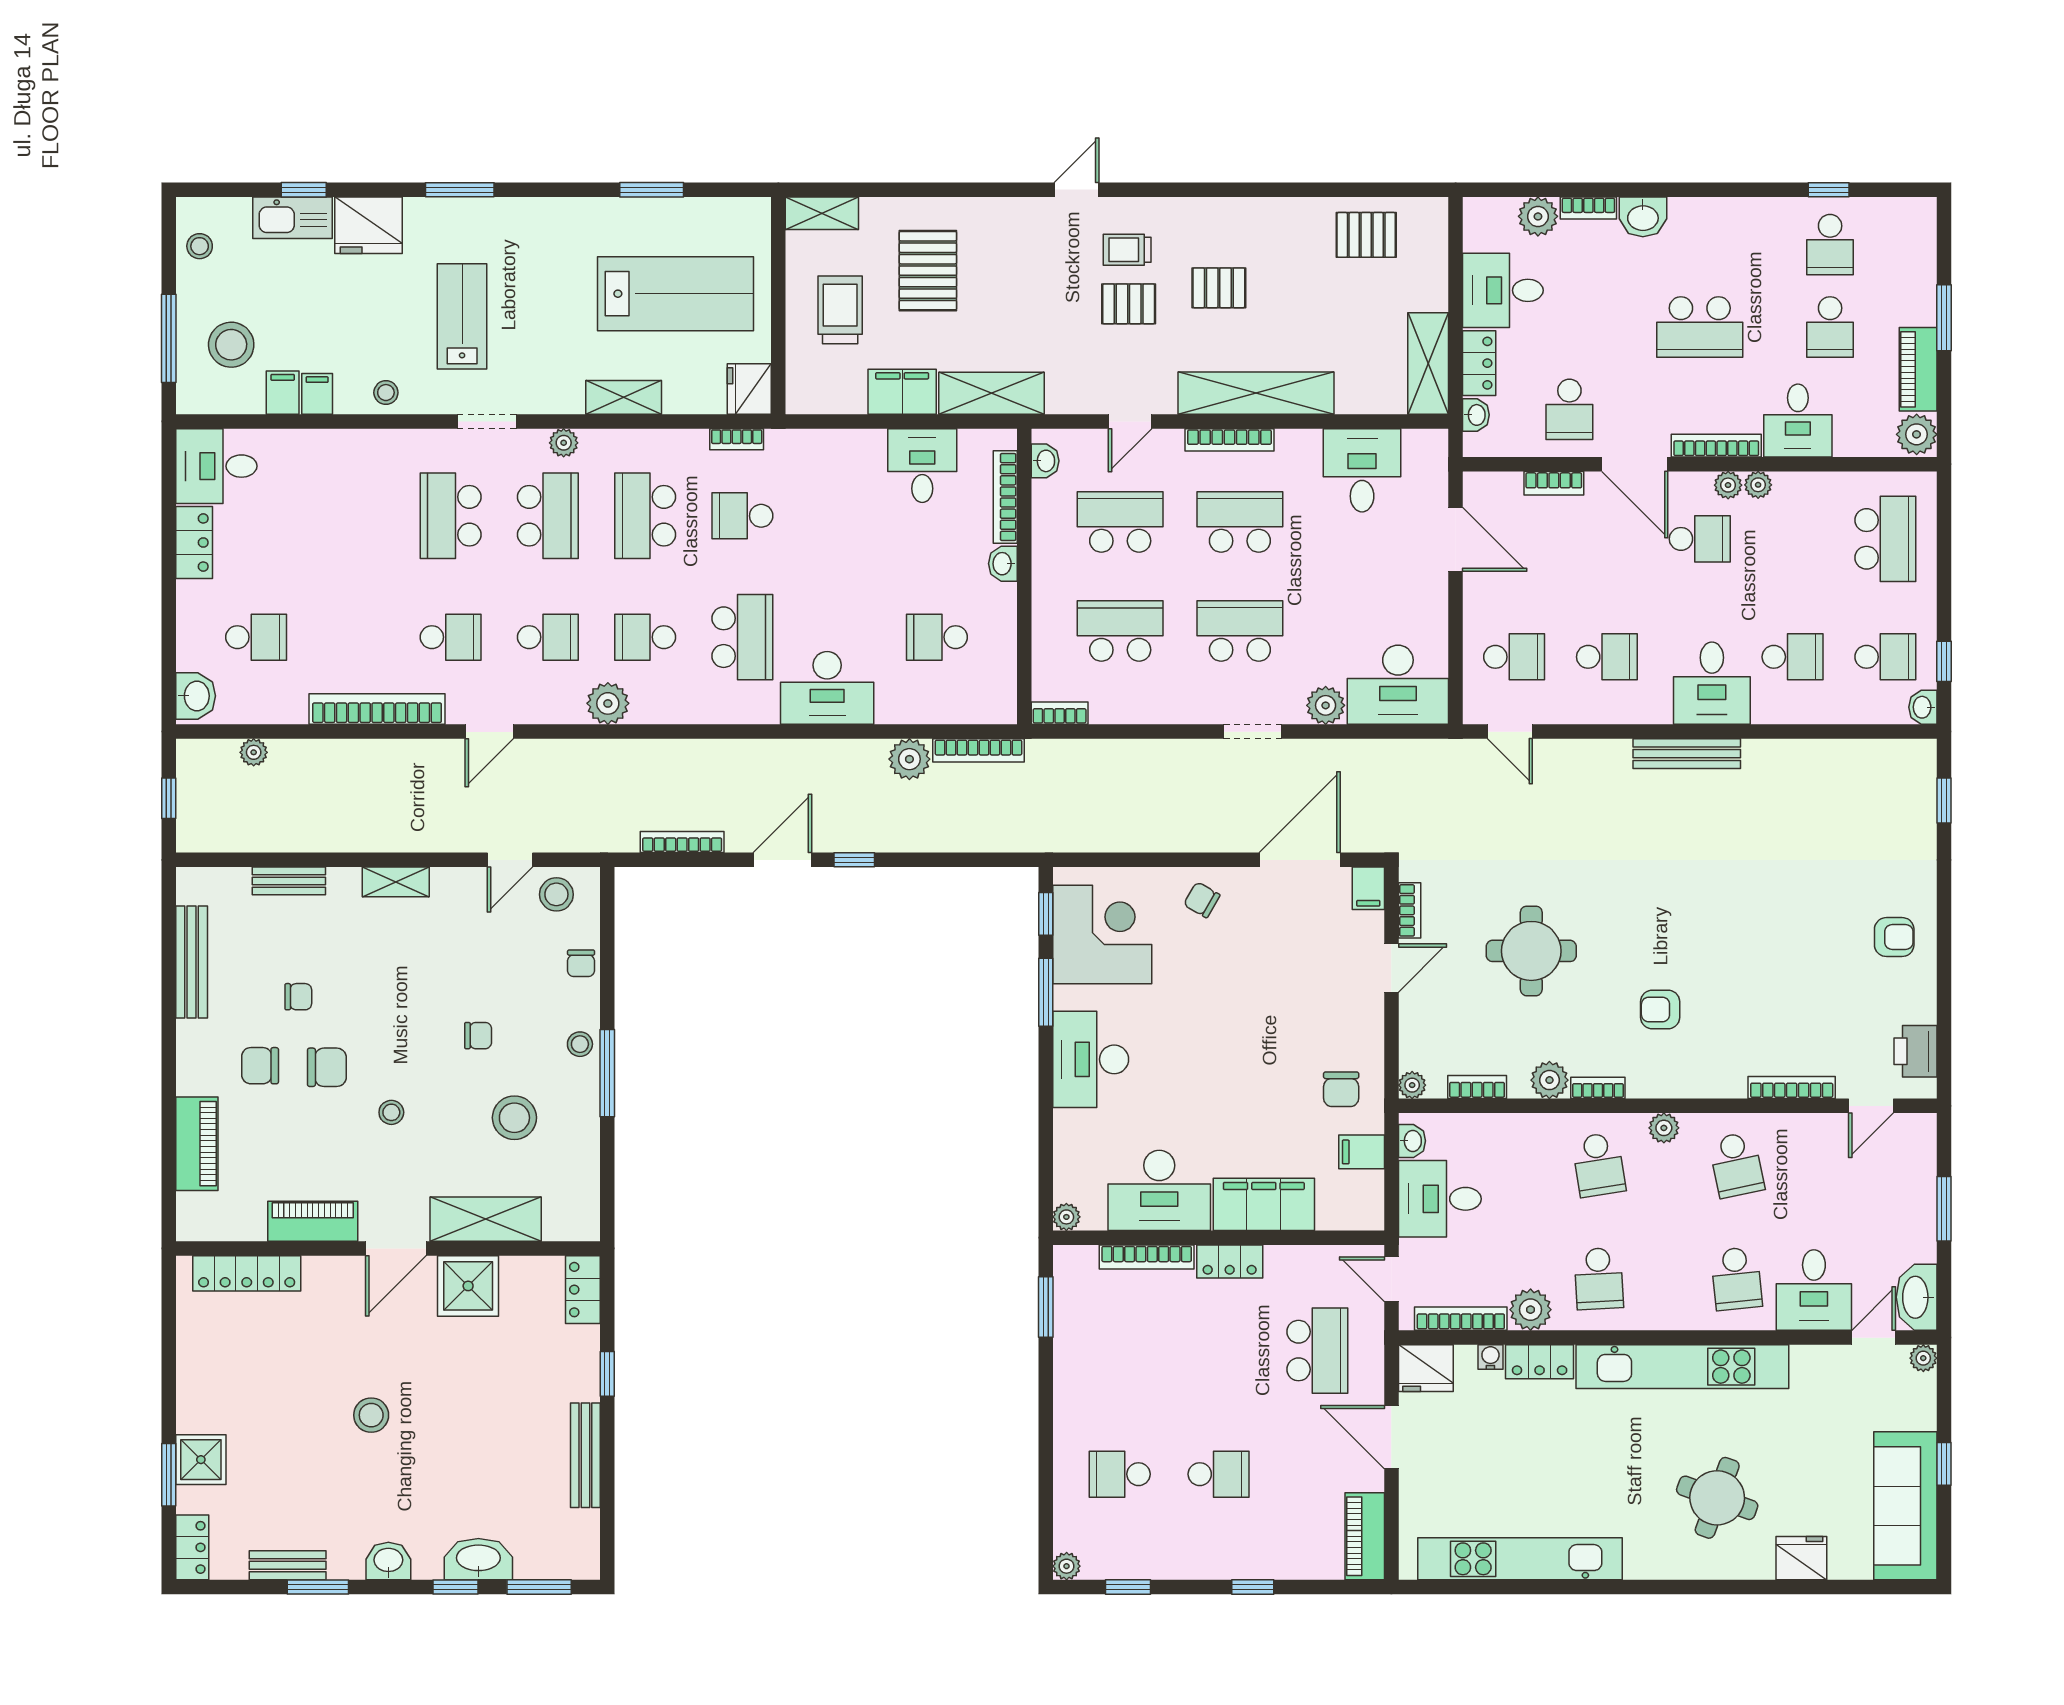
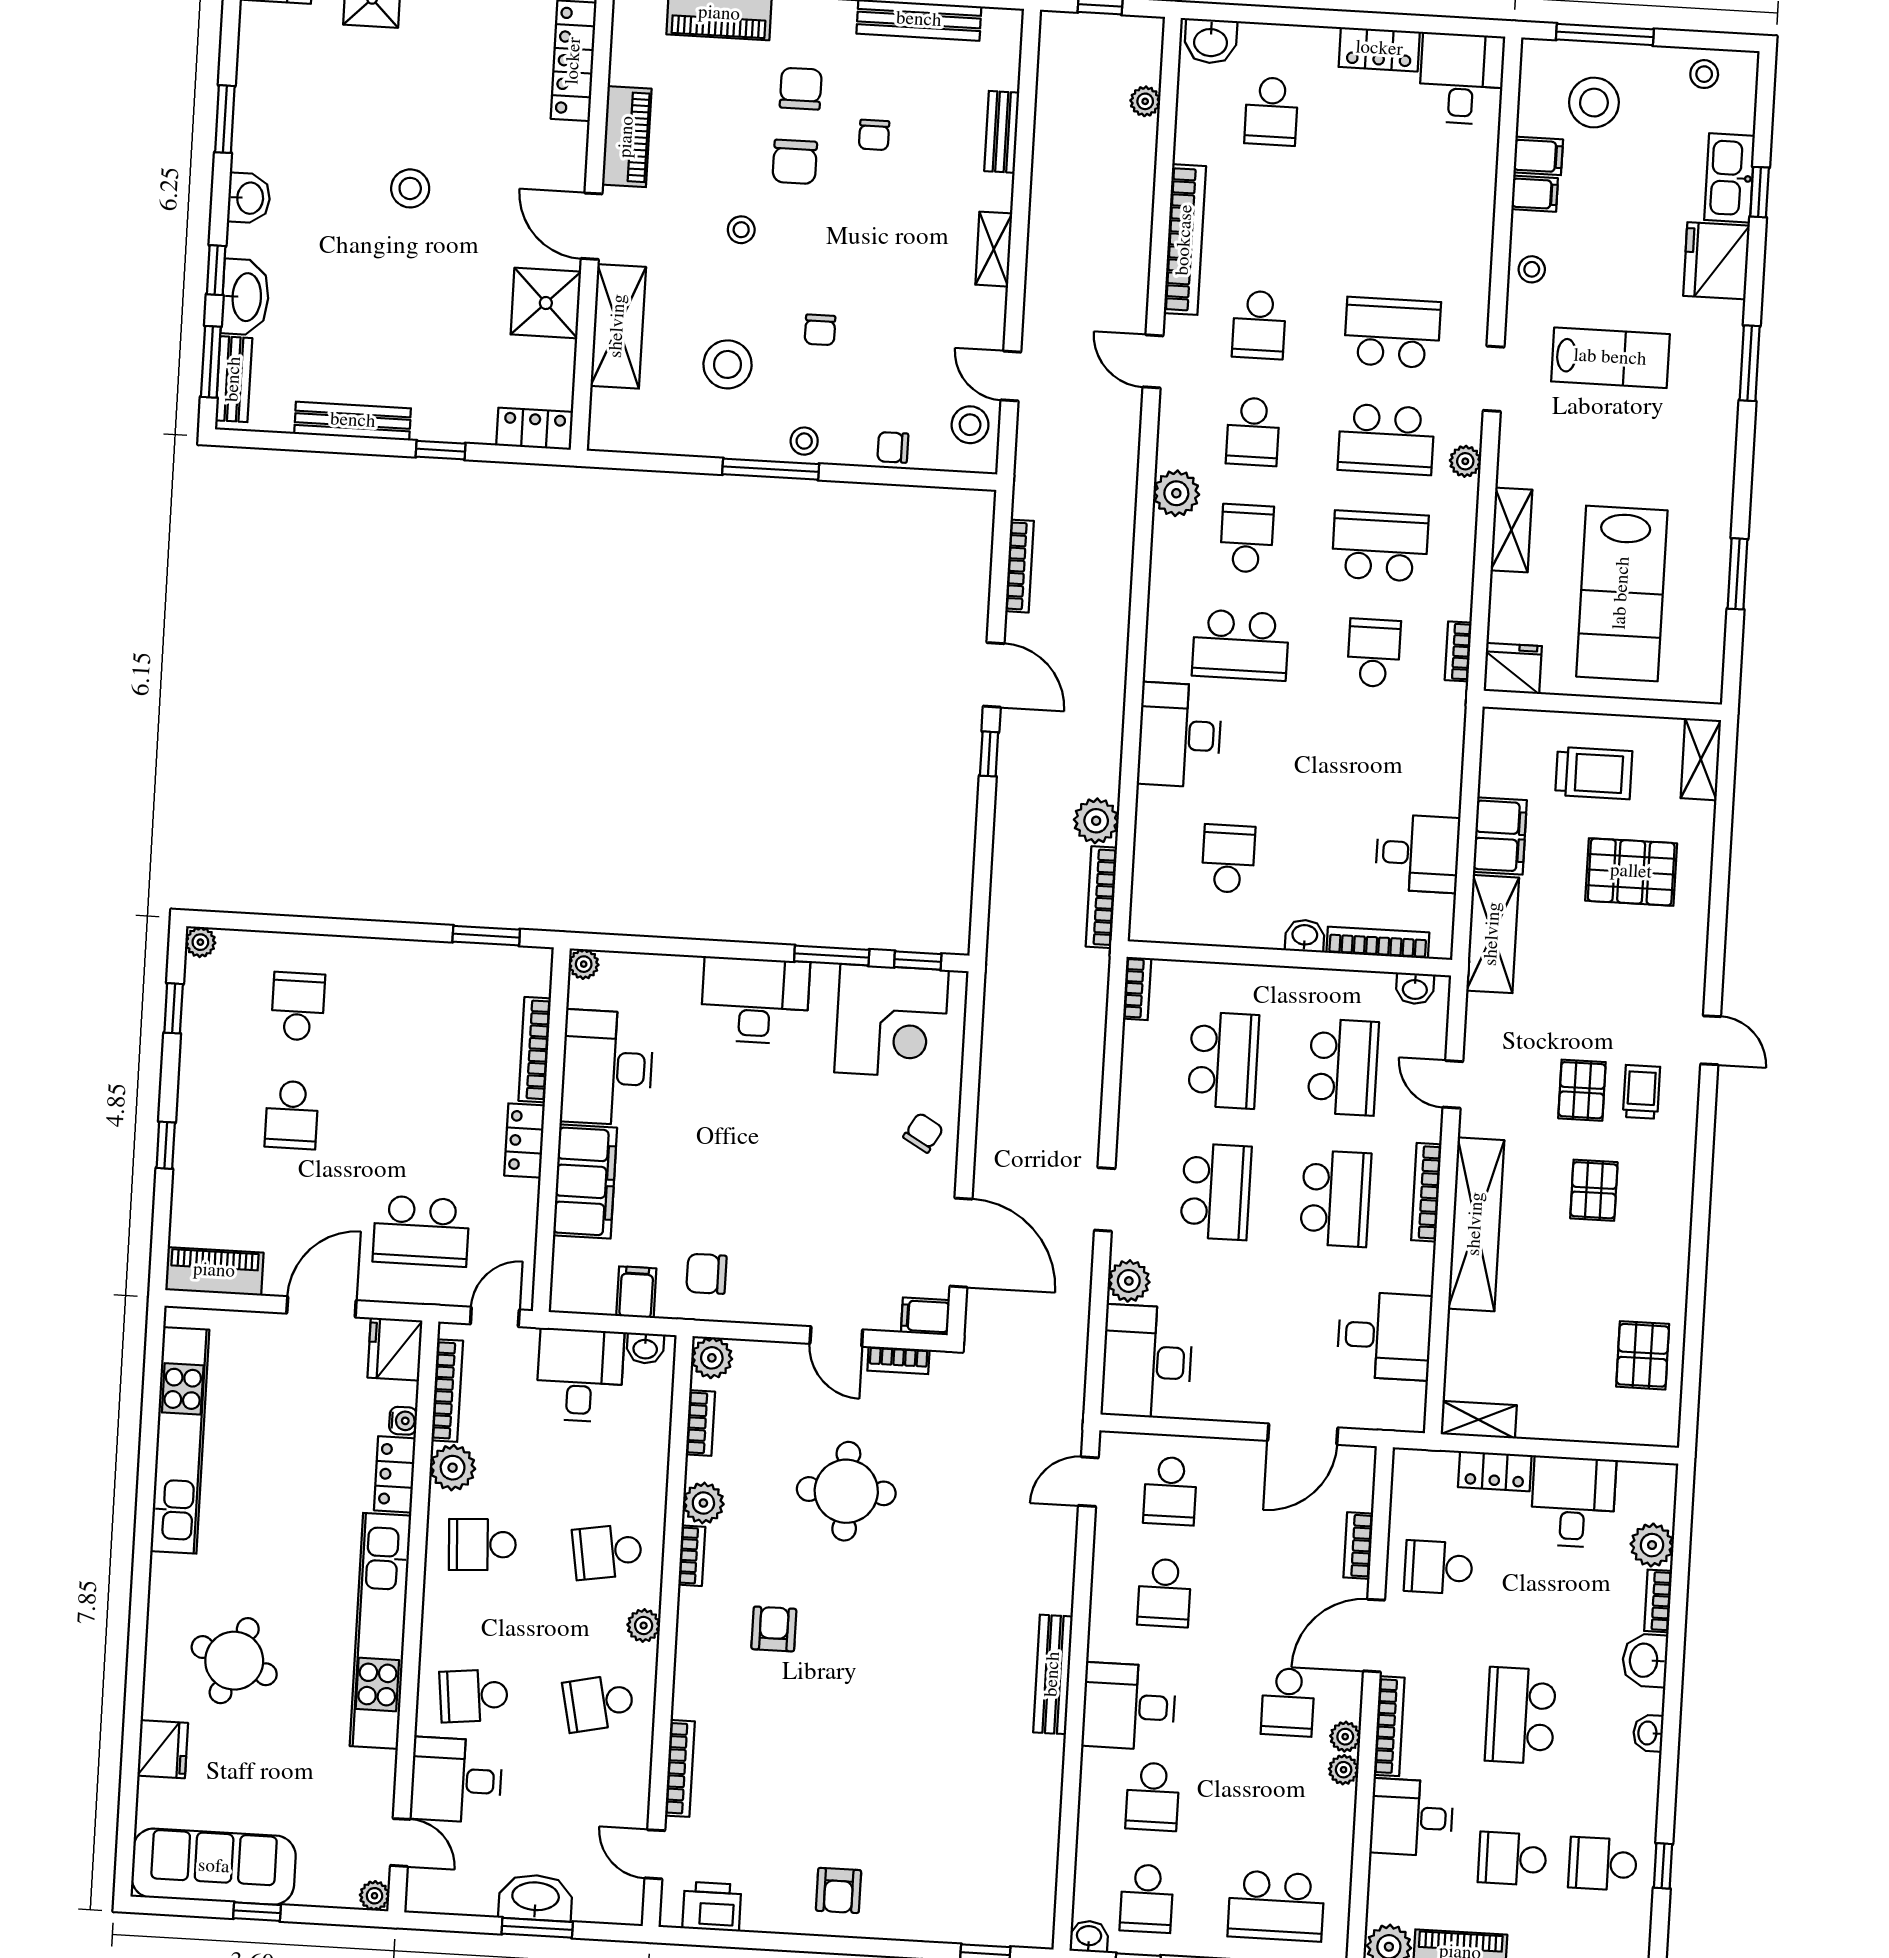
shelving: (1428, 363) -> (1479, 1420), width x0.67, depth x0.75
washbasin: (1476, 415) -> (1648, 1733), moved, turned 90
plant: (1412, 1085) -> (712, 1358), width x1.38, depth x1.38
washbasin: (1917, 1297) -> (535, 1898), moved
bench: (288, 1565) -> (234, 379), moved

